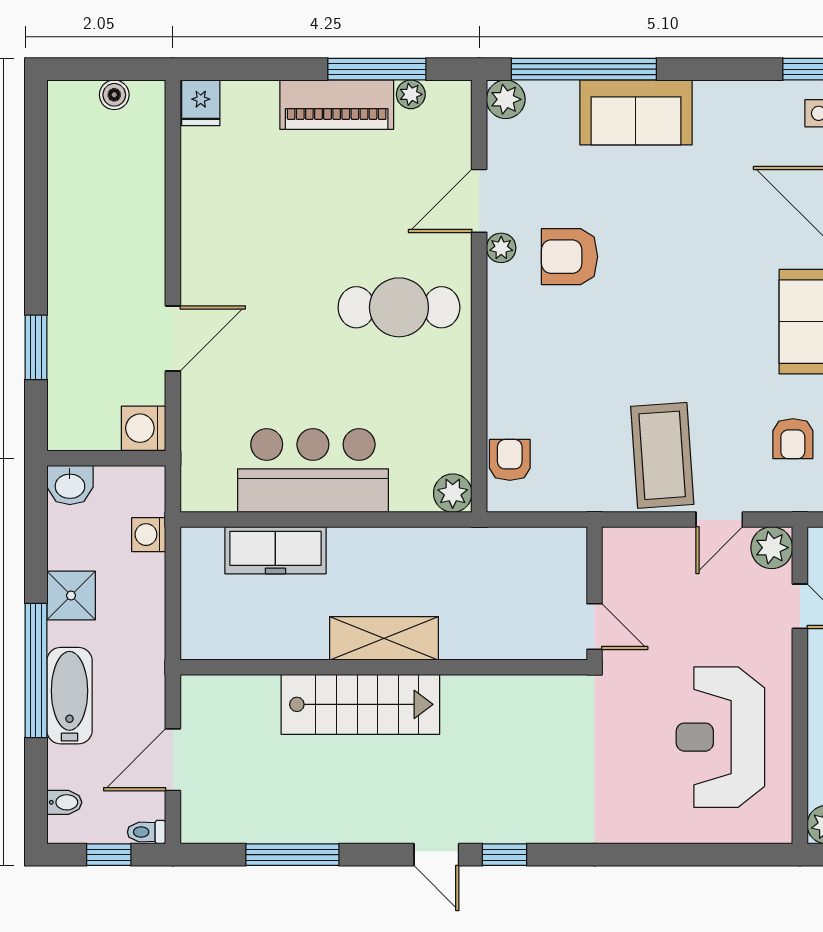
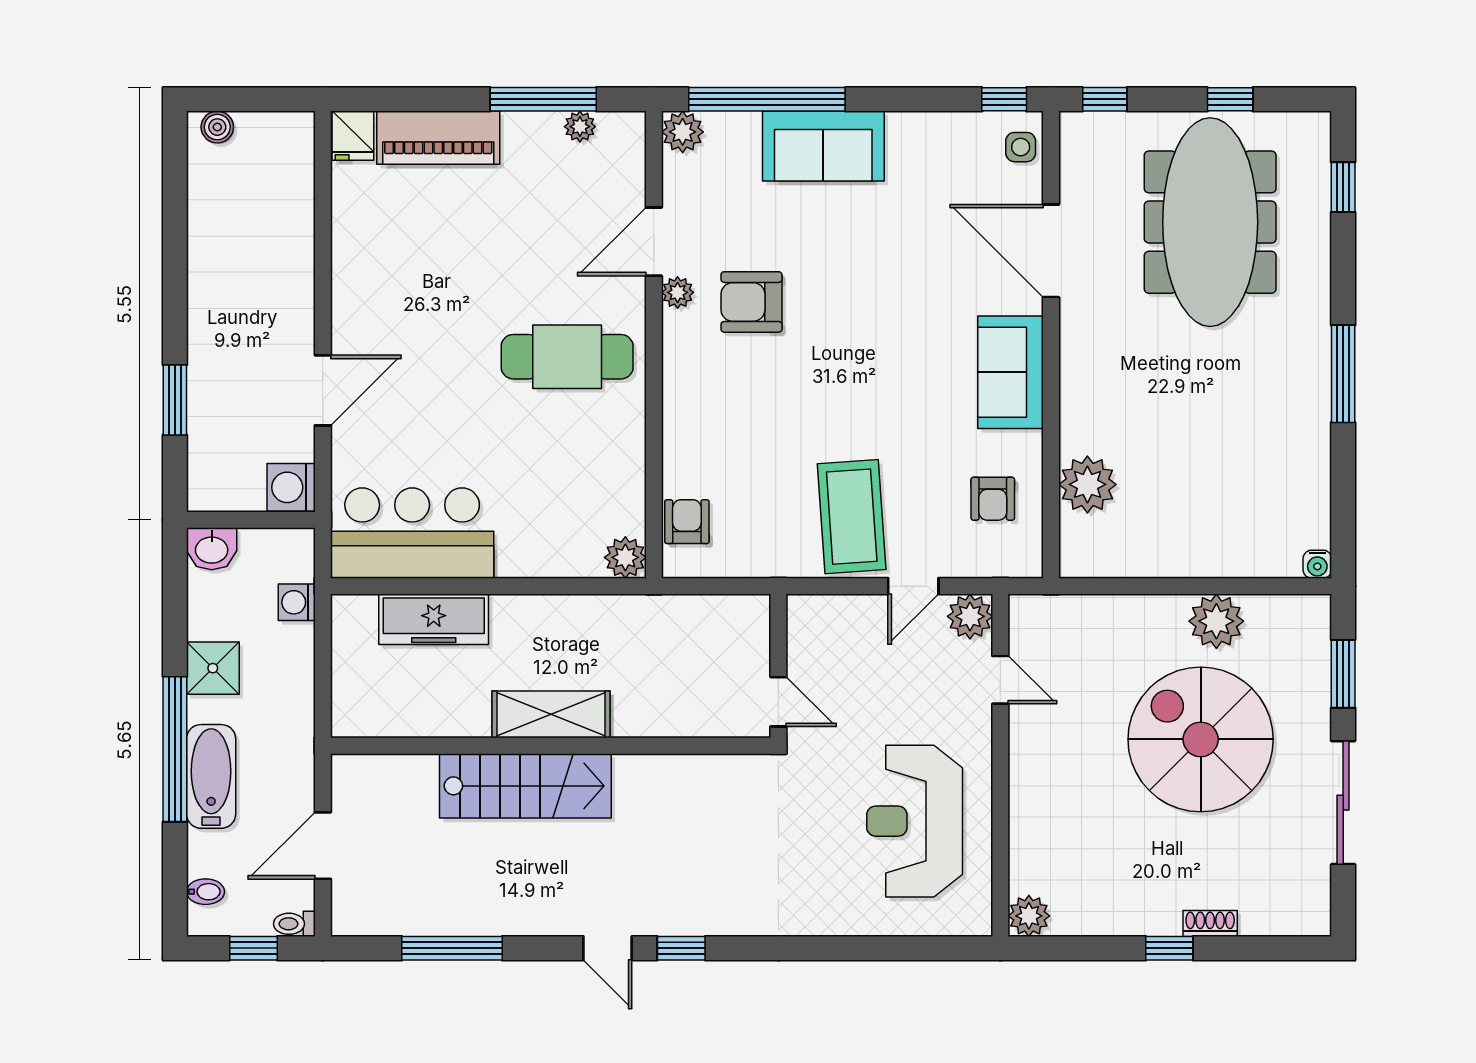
boiler: (114, 95) -> (217, 127), moved
piano: (337, 105) -> (438, 138), moved
bar counter: (313, 470) -> (412, 533), moved

